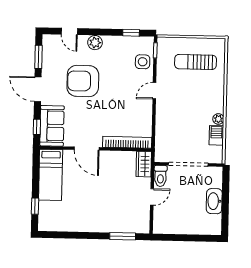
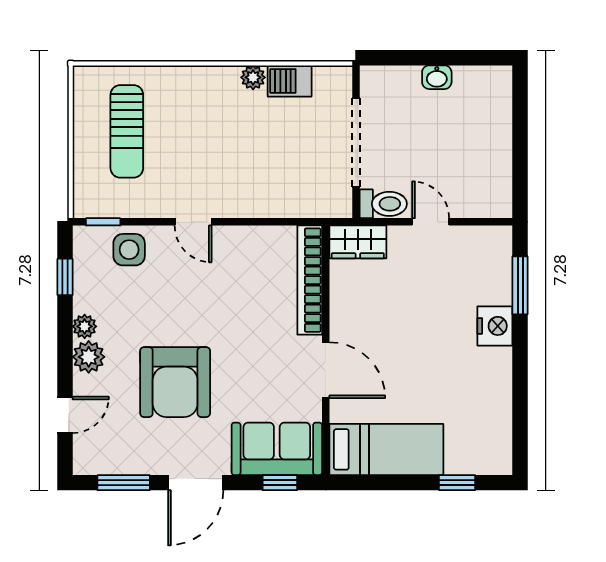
plant: (109, 41) -> (85, 326), added
door: (87, 149) -> (326, 370), hinge flipped
washbasin: (214, 201) -> (437, 77), width x0.52, depth x0.69
nightstand: (105, 225) -> (495, 326), added

